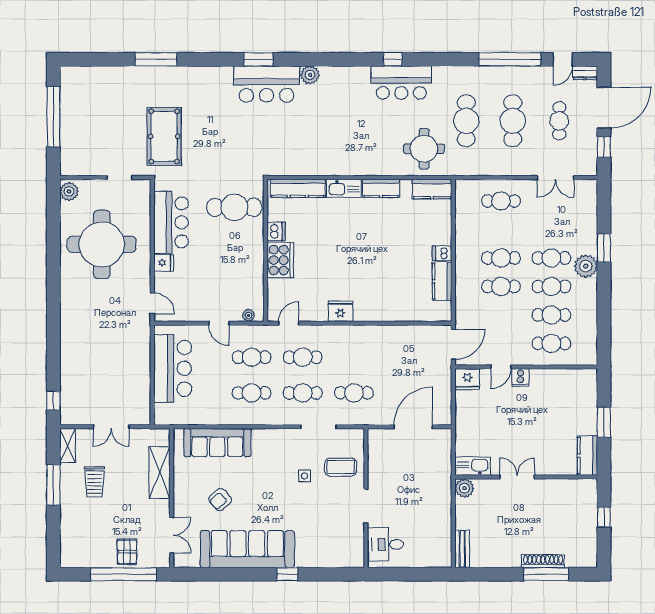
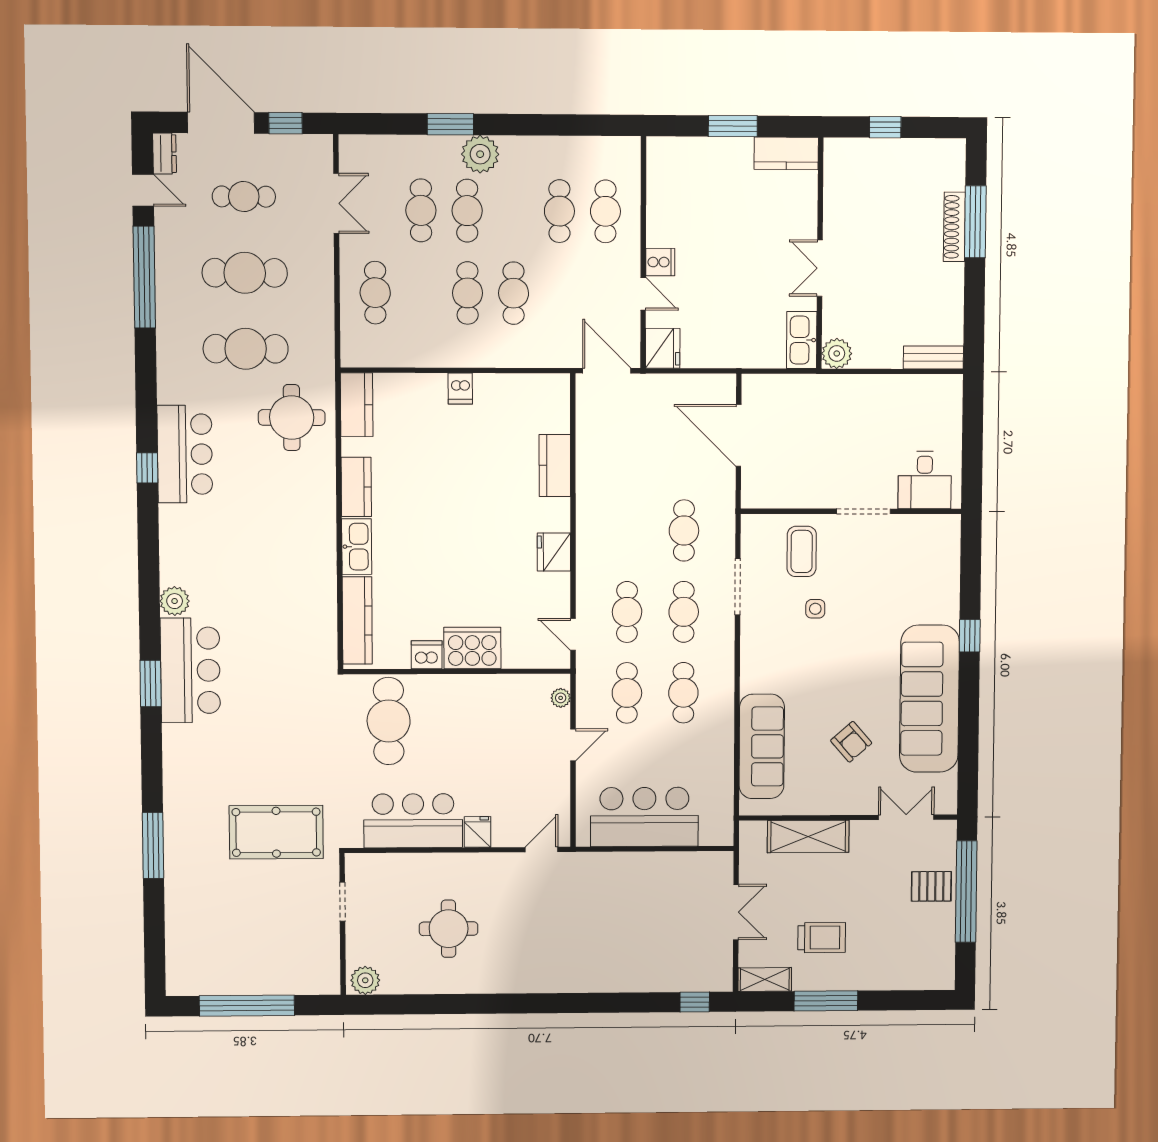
round table: (102, 244) -> (449, 929), width x0.54, depth x0.54
kitchen counter: (442, 281) -> (555, 465), moved, turned 90
cafe table: (551, 286) -> (421, 210), moved

